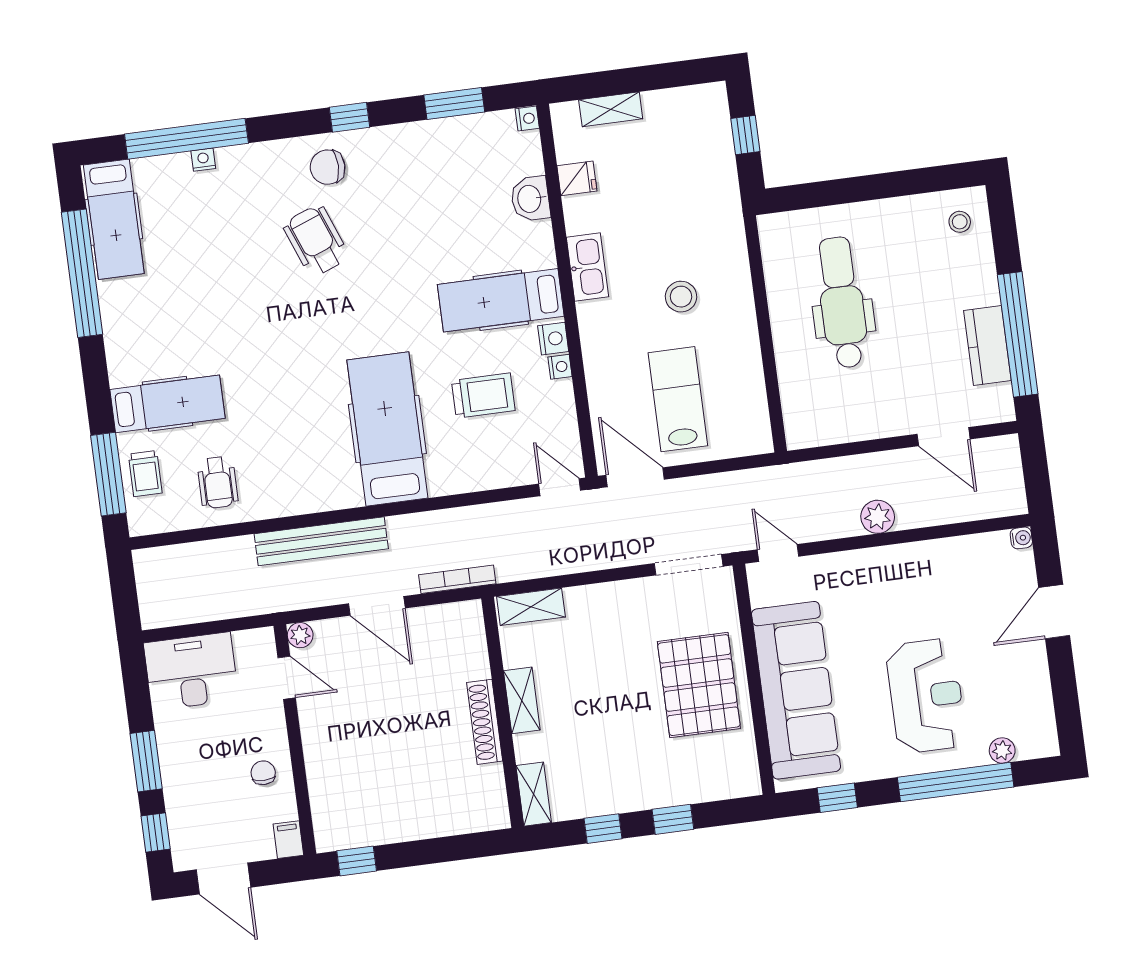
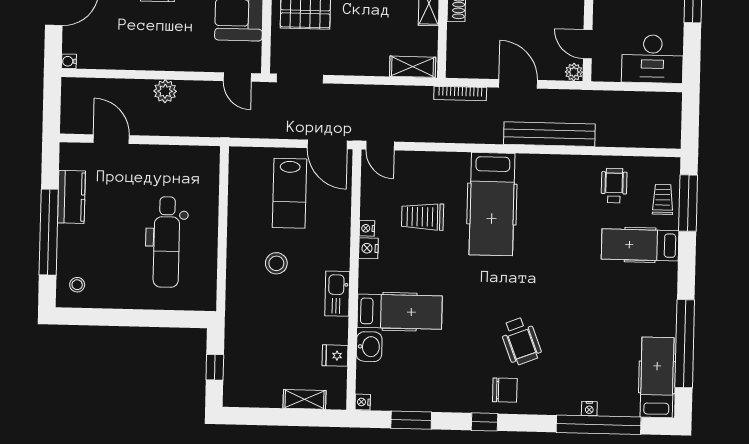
hospital bed: (501, 300) -> (400, 312), moved
window: (1018, 334) -> (49, 232), moved

